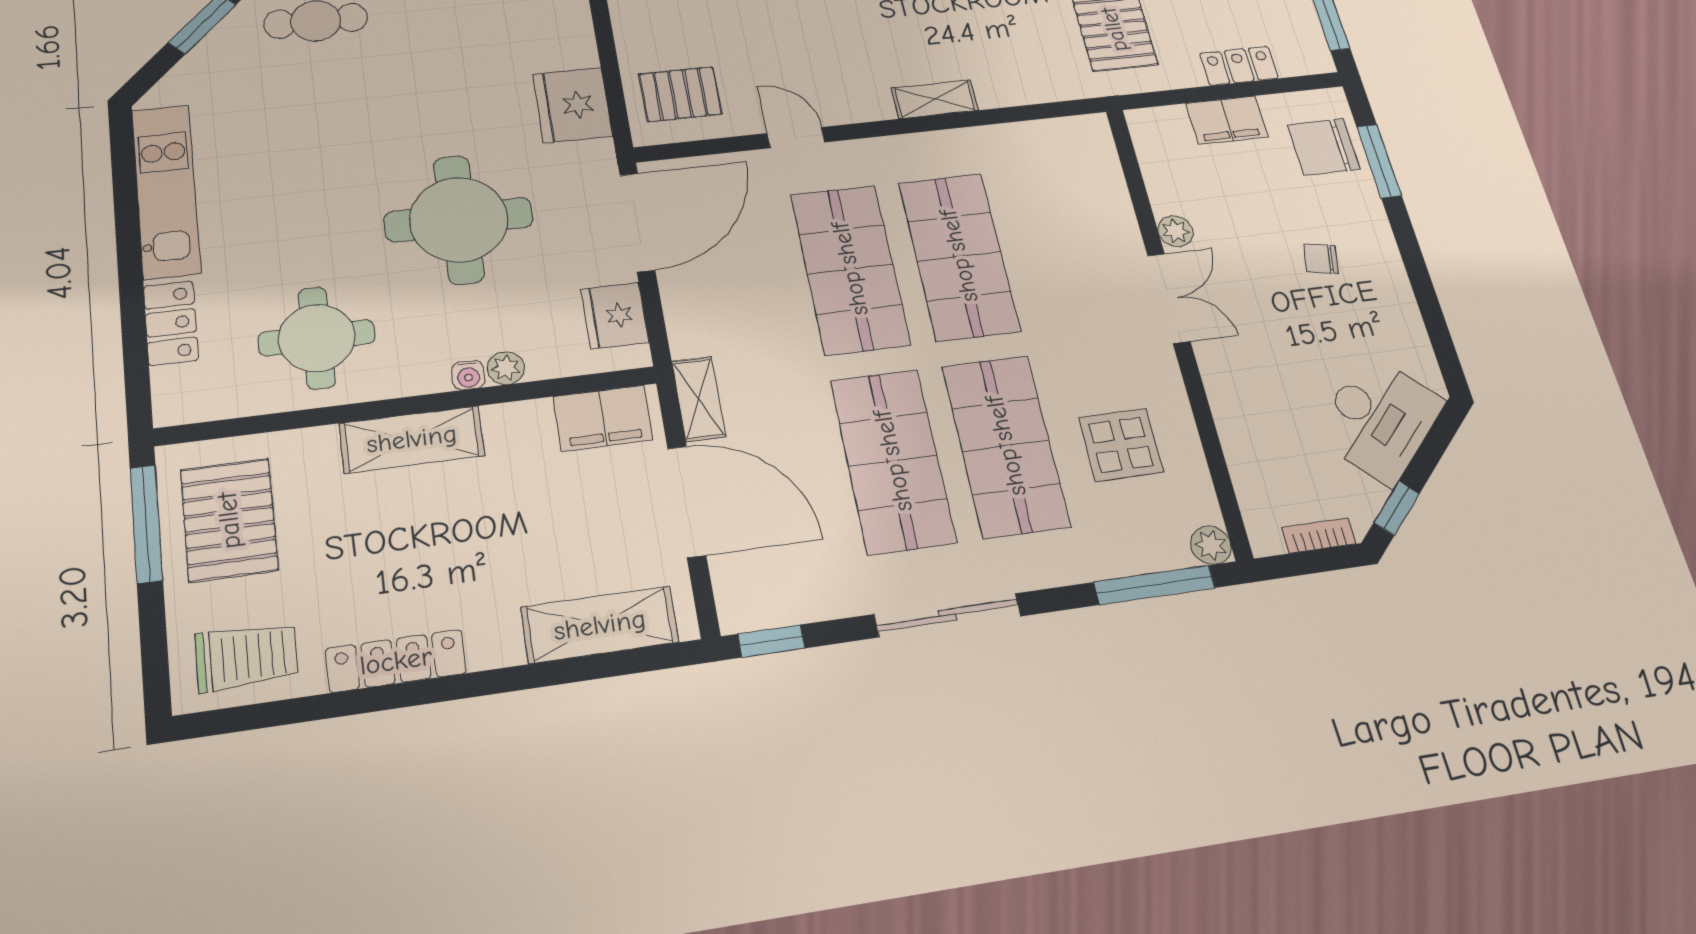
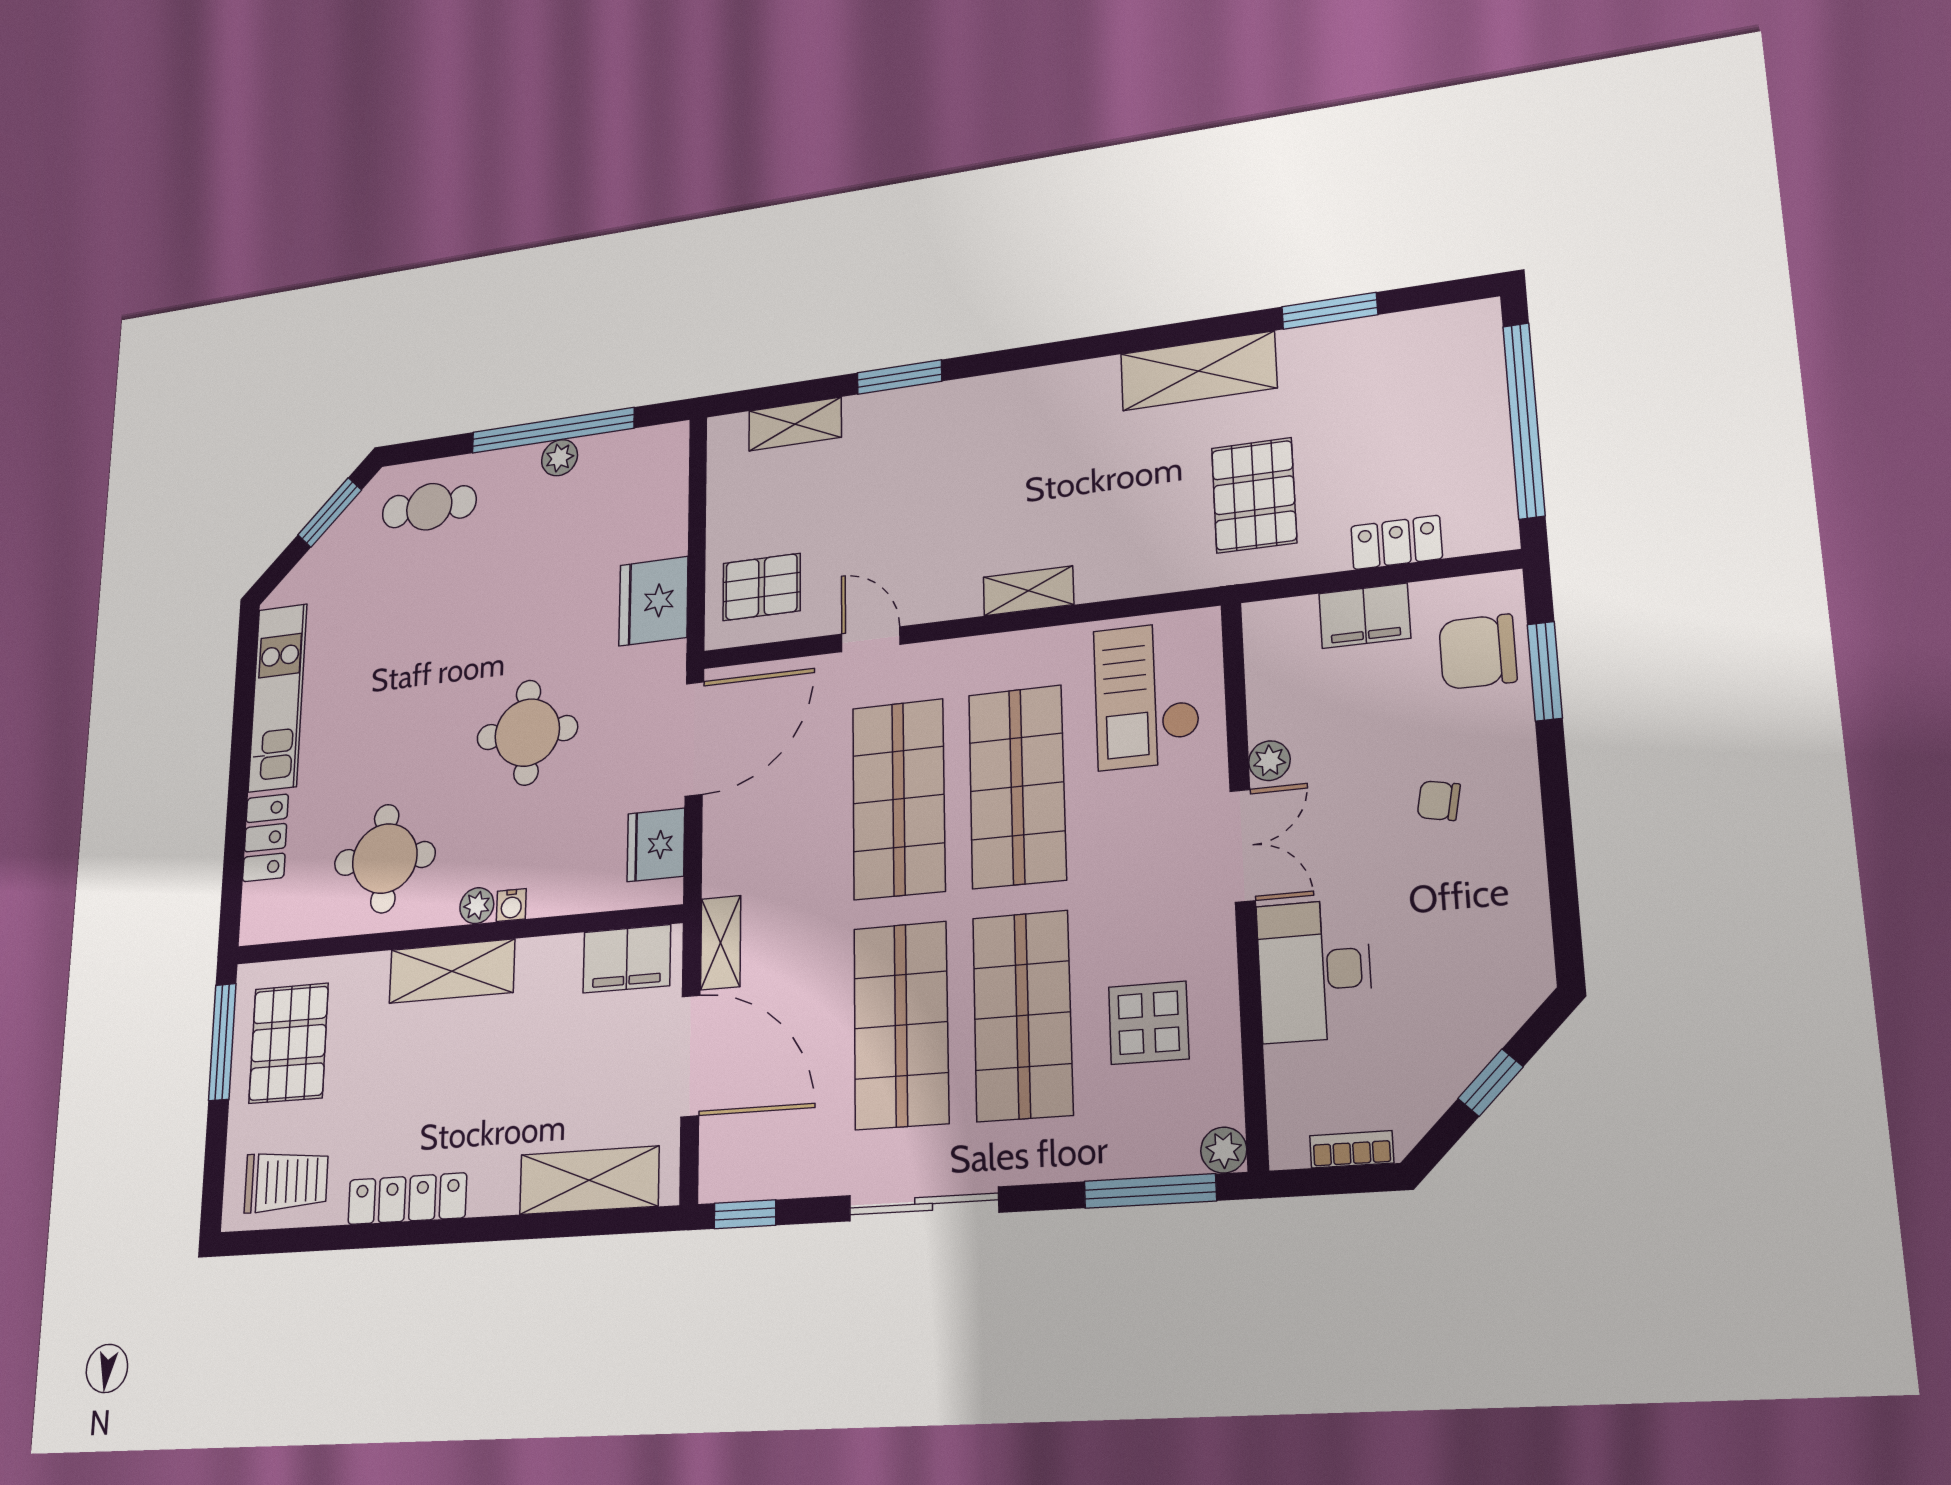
checkout: (1058, 182) -> (1147, 695), added
round table: (459, 220) -> (527, 733), width x0.73, depth x0.73
plant: (506, 368) -> (477, 906), moved
desk: (1379, 419) -> (1314, 971), moved, turned 135
window: (1397, 508) -> (1490, 1083), moved

